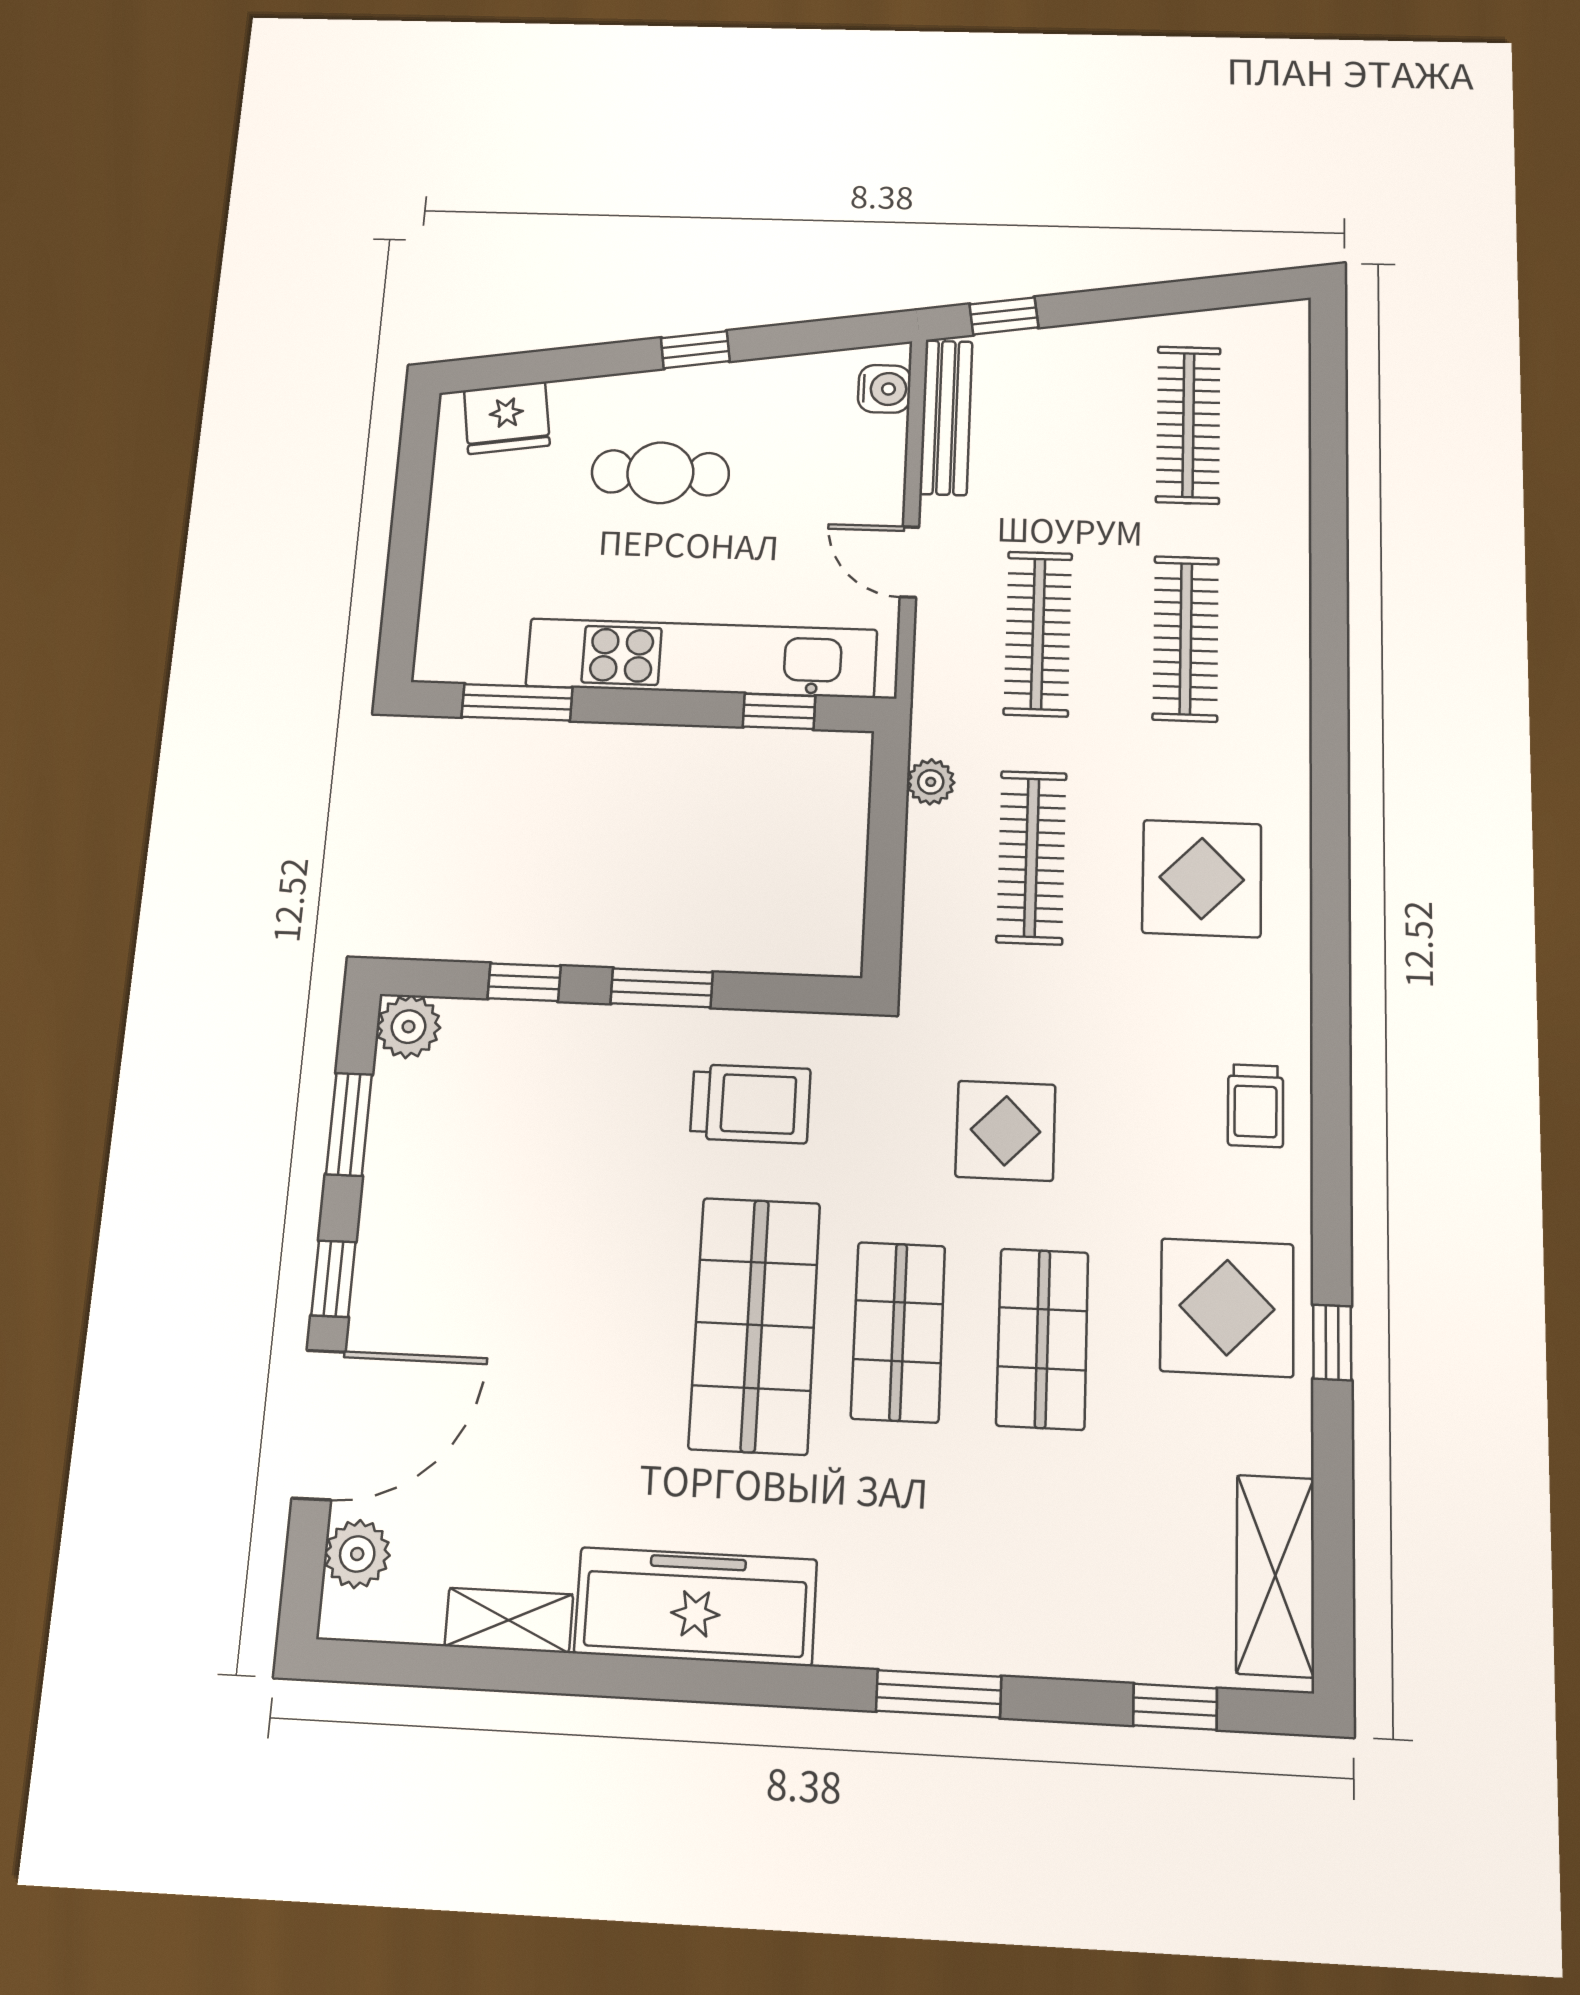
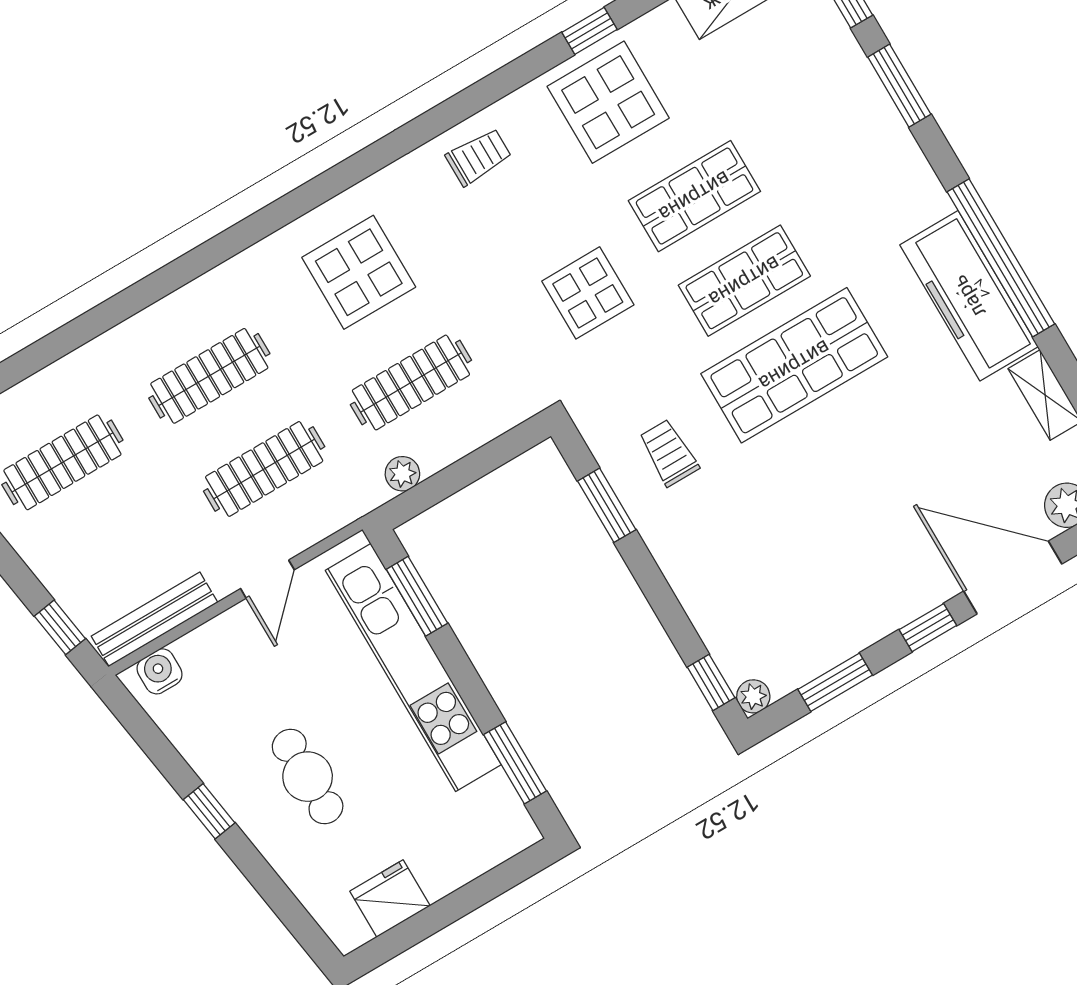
fridge: (507, 418) -> (390, 899), moved, turned -81
window: (779, 711) -> (417, 596), width x1.50
window: (524, 982) -> (711, 682), moved
window: (662, 988) -> (607, 505), moved
plant: (409, 1027) -> (753, 696), width x0.73, depth x0.73
trolley: (750, 1104) -> (669, 453), width x0.73, depth x0.72
window: (716, 1682) -> (1001, 258), added
window: (939, 1694) -> (899, 86), moved

